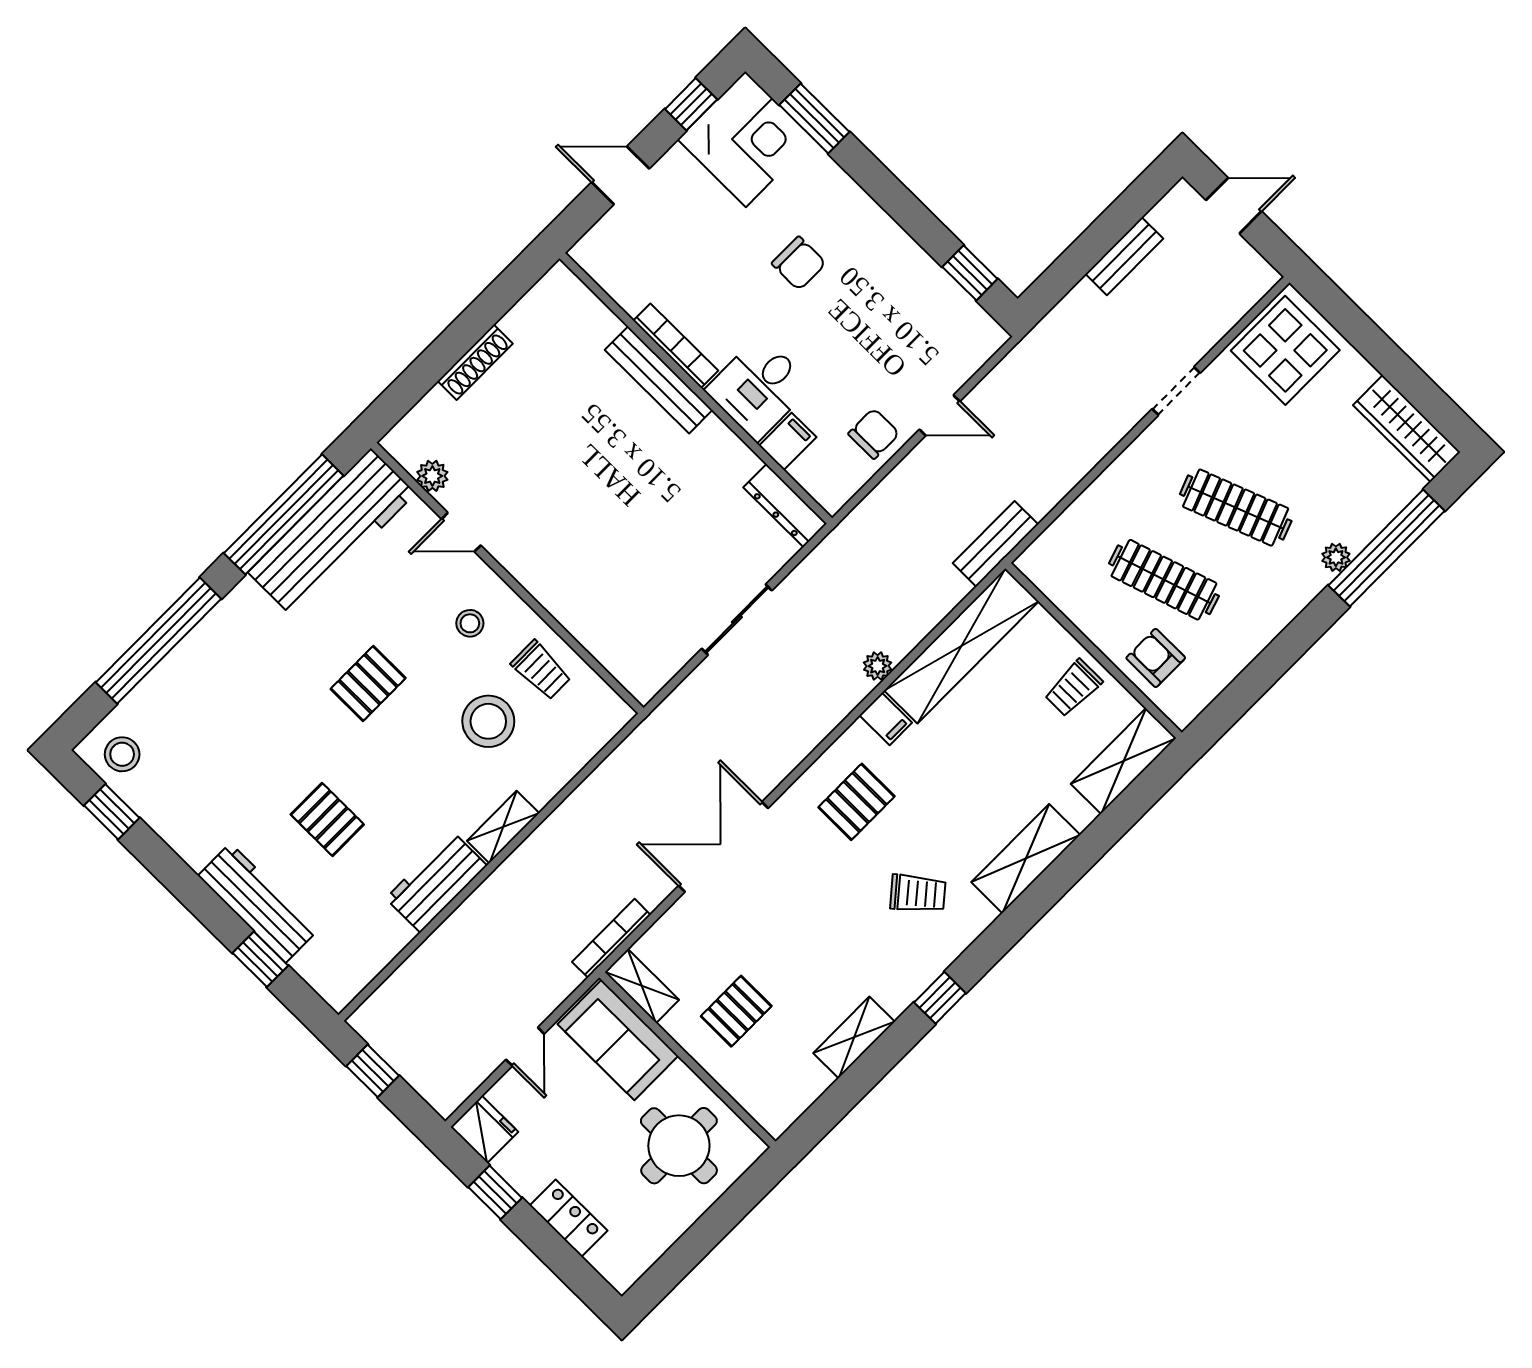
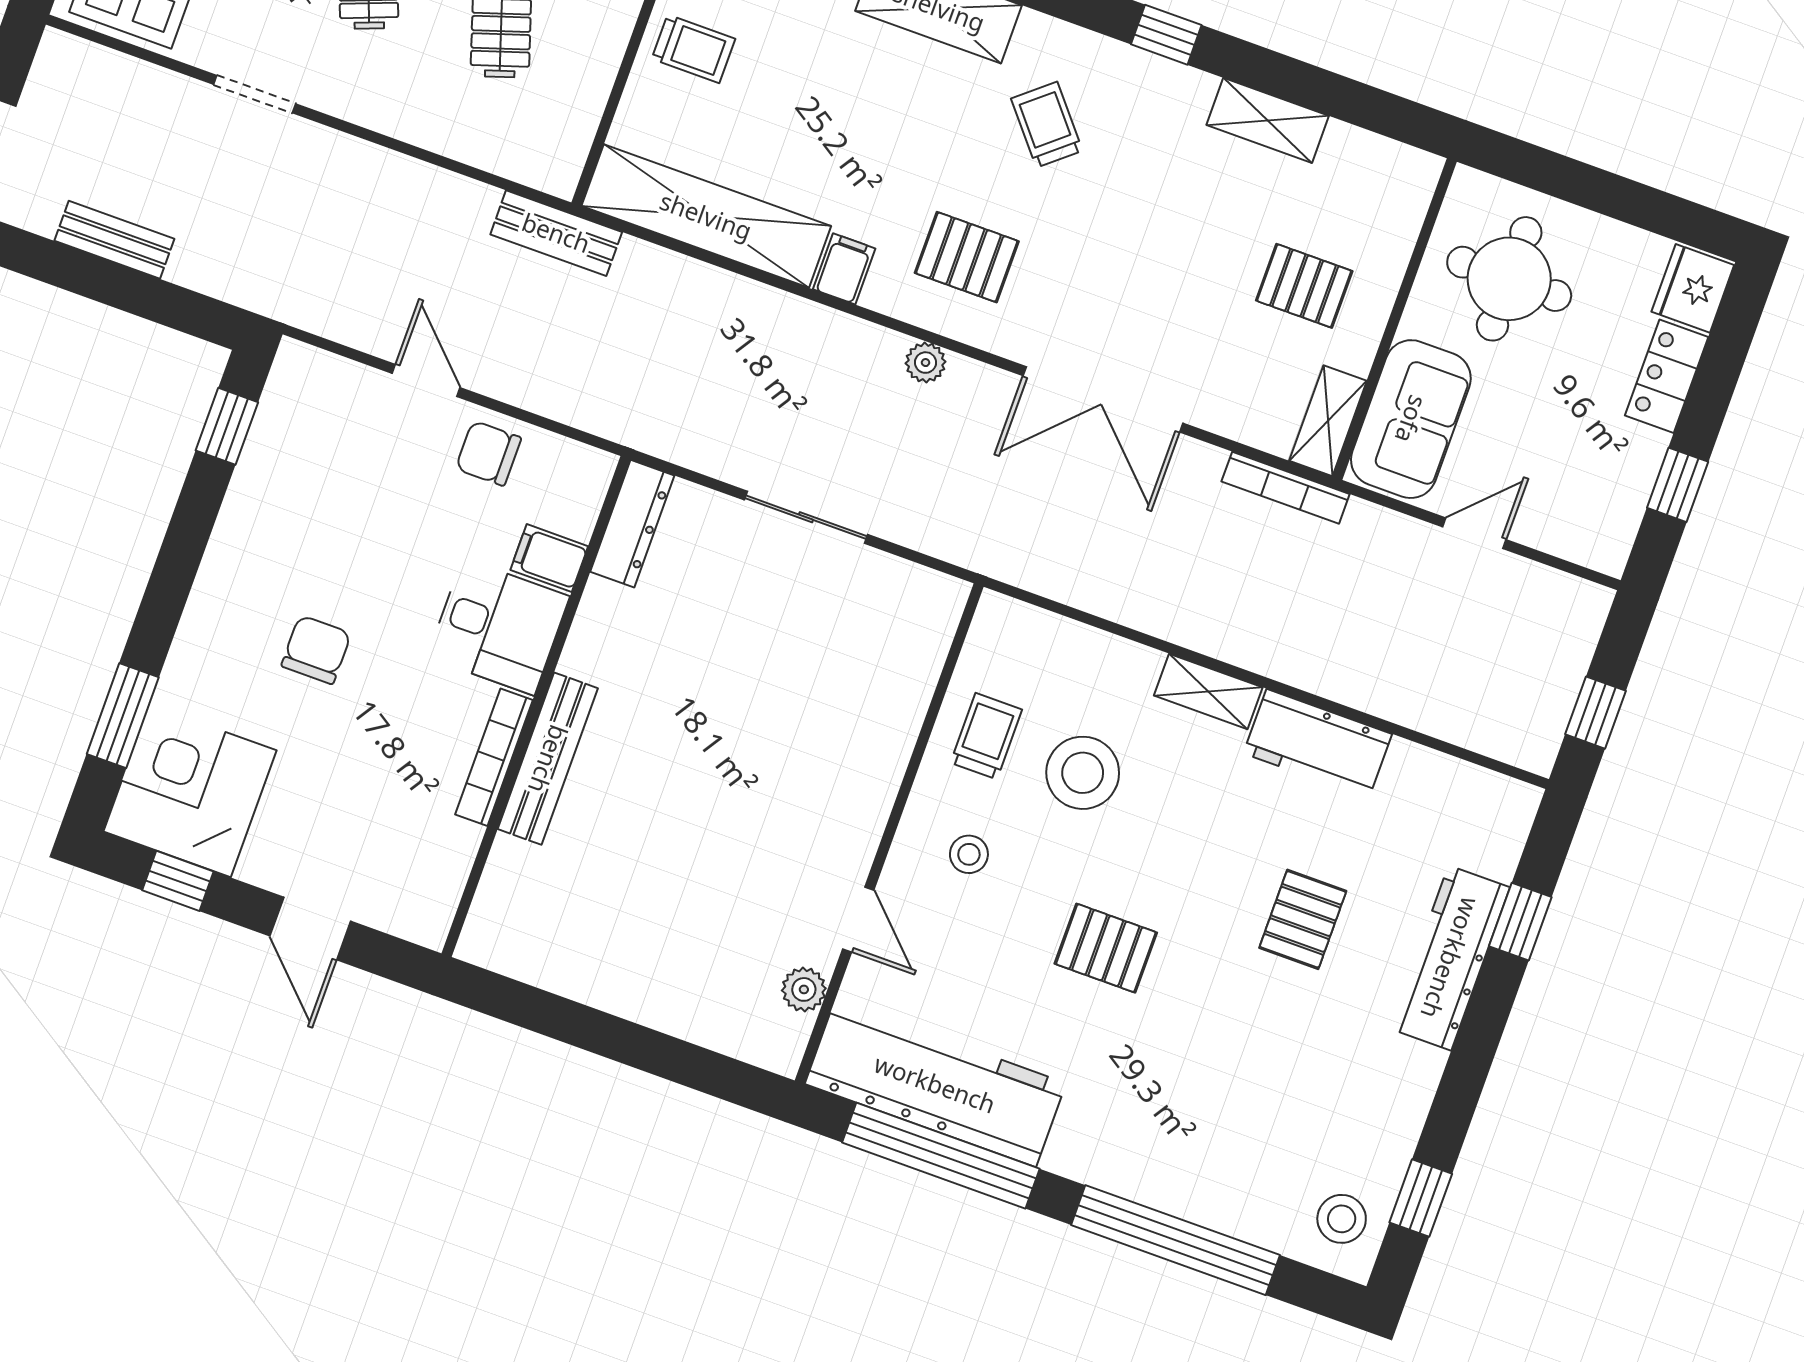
shoe rack: (475, 362) -> (634, 1002), removed
plant: (878, 666) -> (925, 363), moved
fridge: (484, 1129) -> (1693, 288), moved

